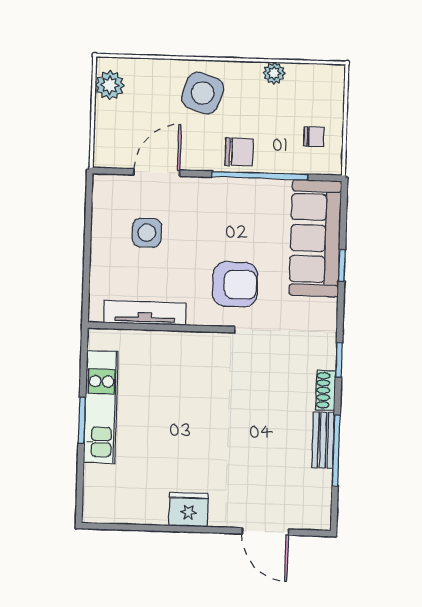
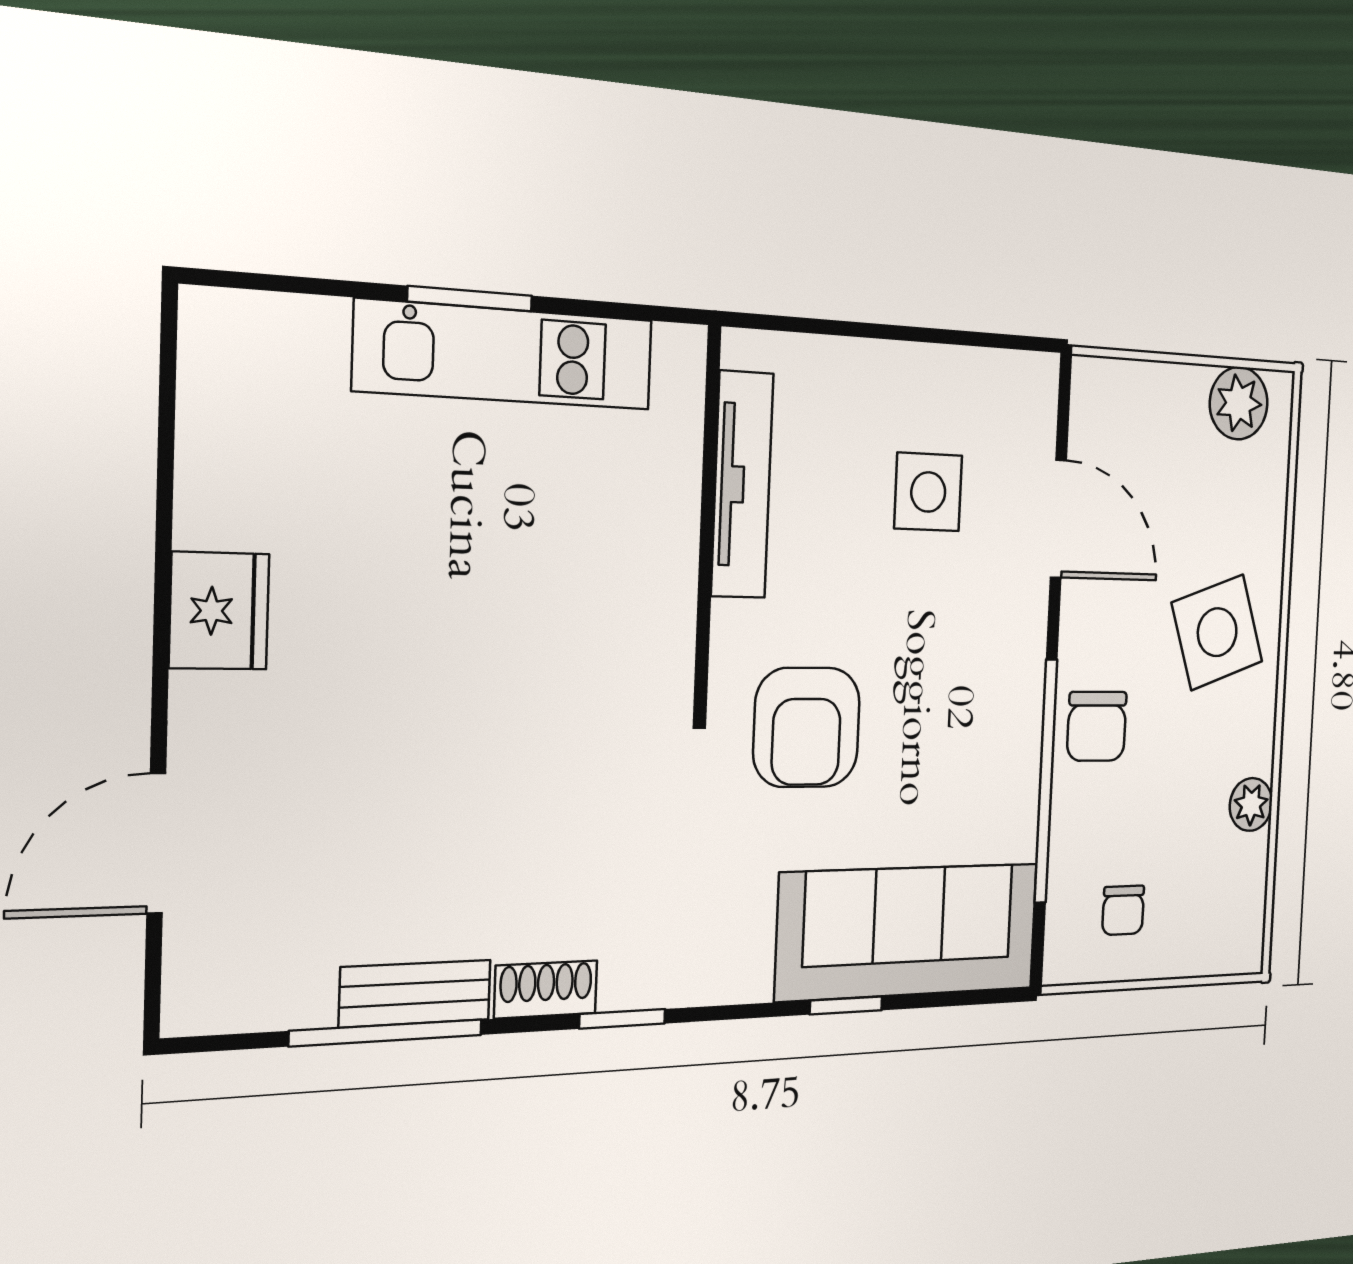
side table: (203, 93) -> (1217, 632), turned -37

